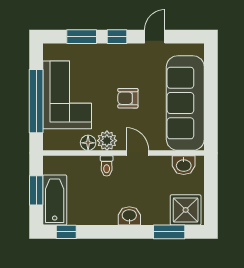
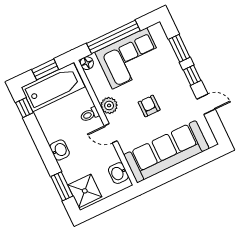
floor lamp: (88, 143) -> (87, 63), moved
door: (137, 153) -> (111, 133), swing flipped
bathtub: (55, 200) -> (53, 87), width x1.36, depth x1.36

